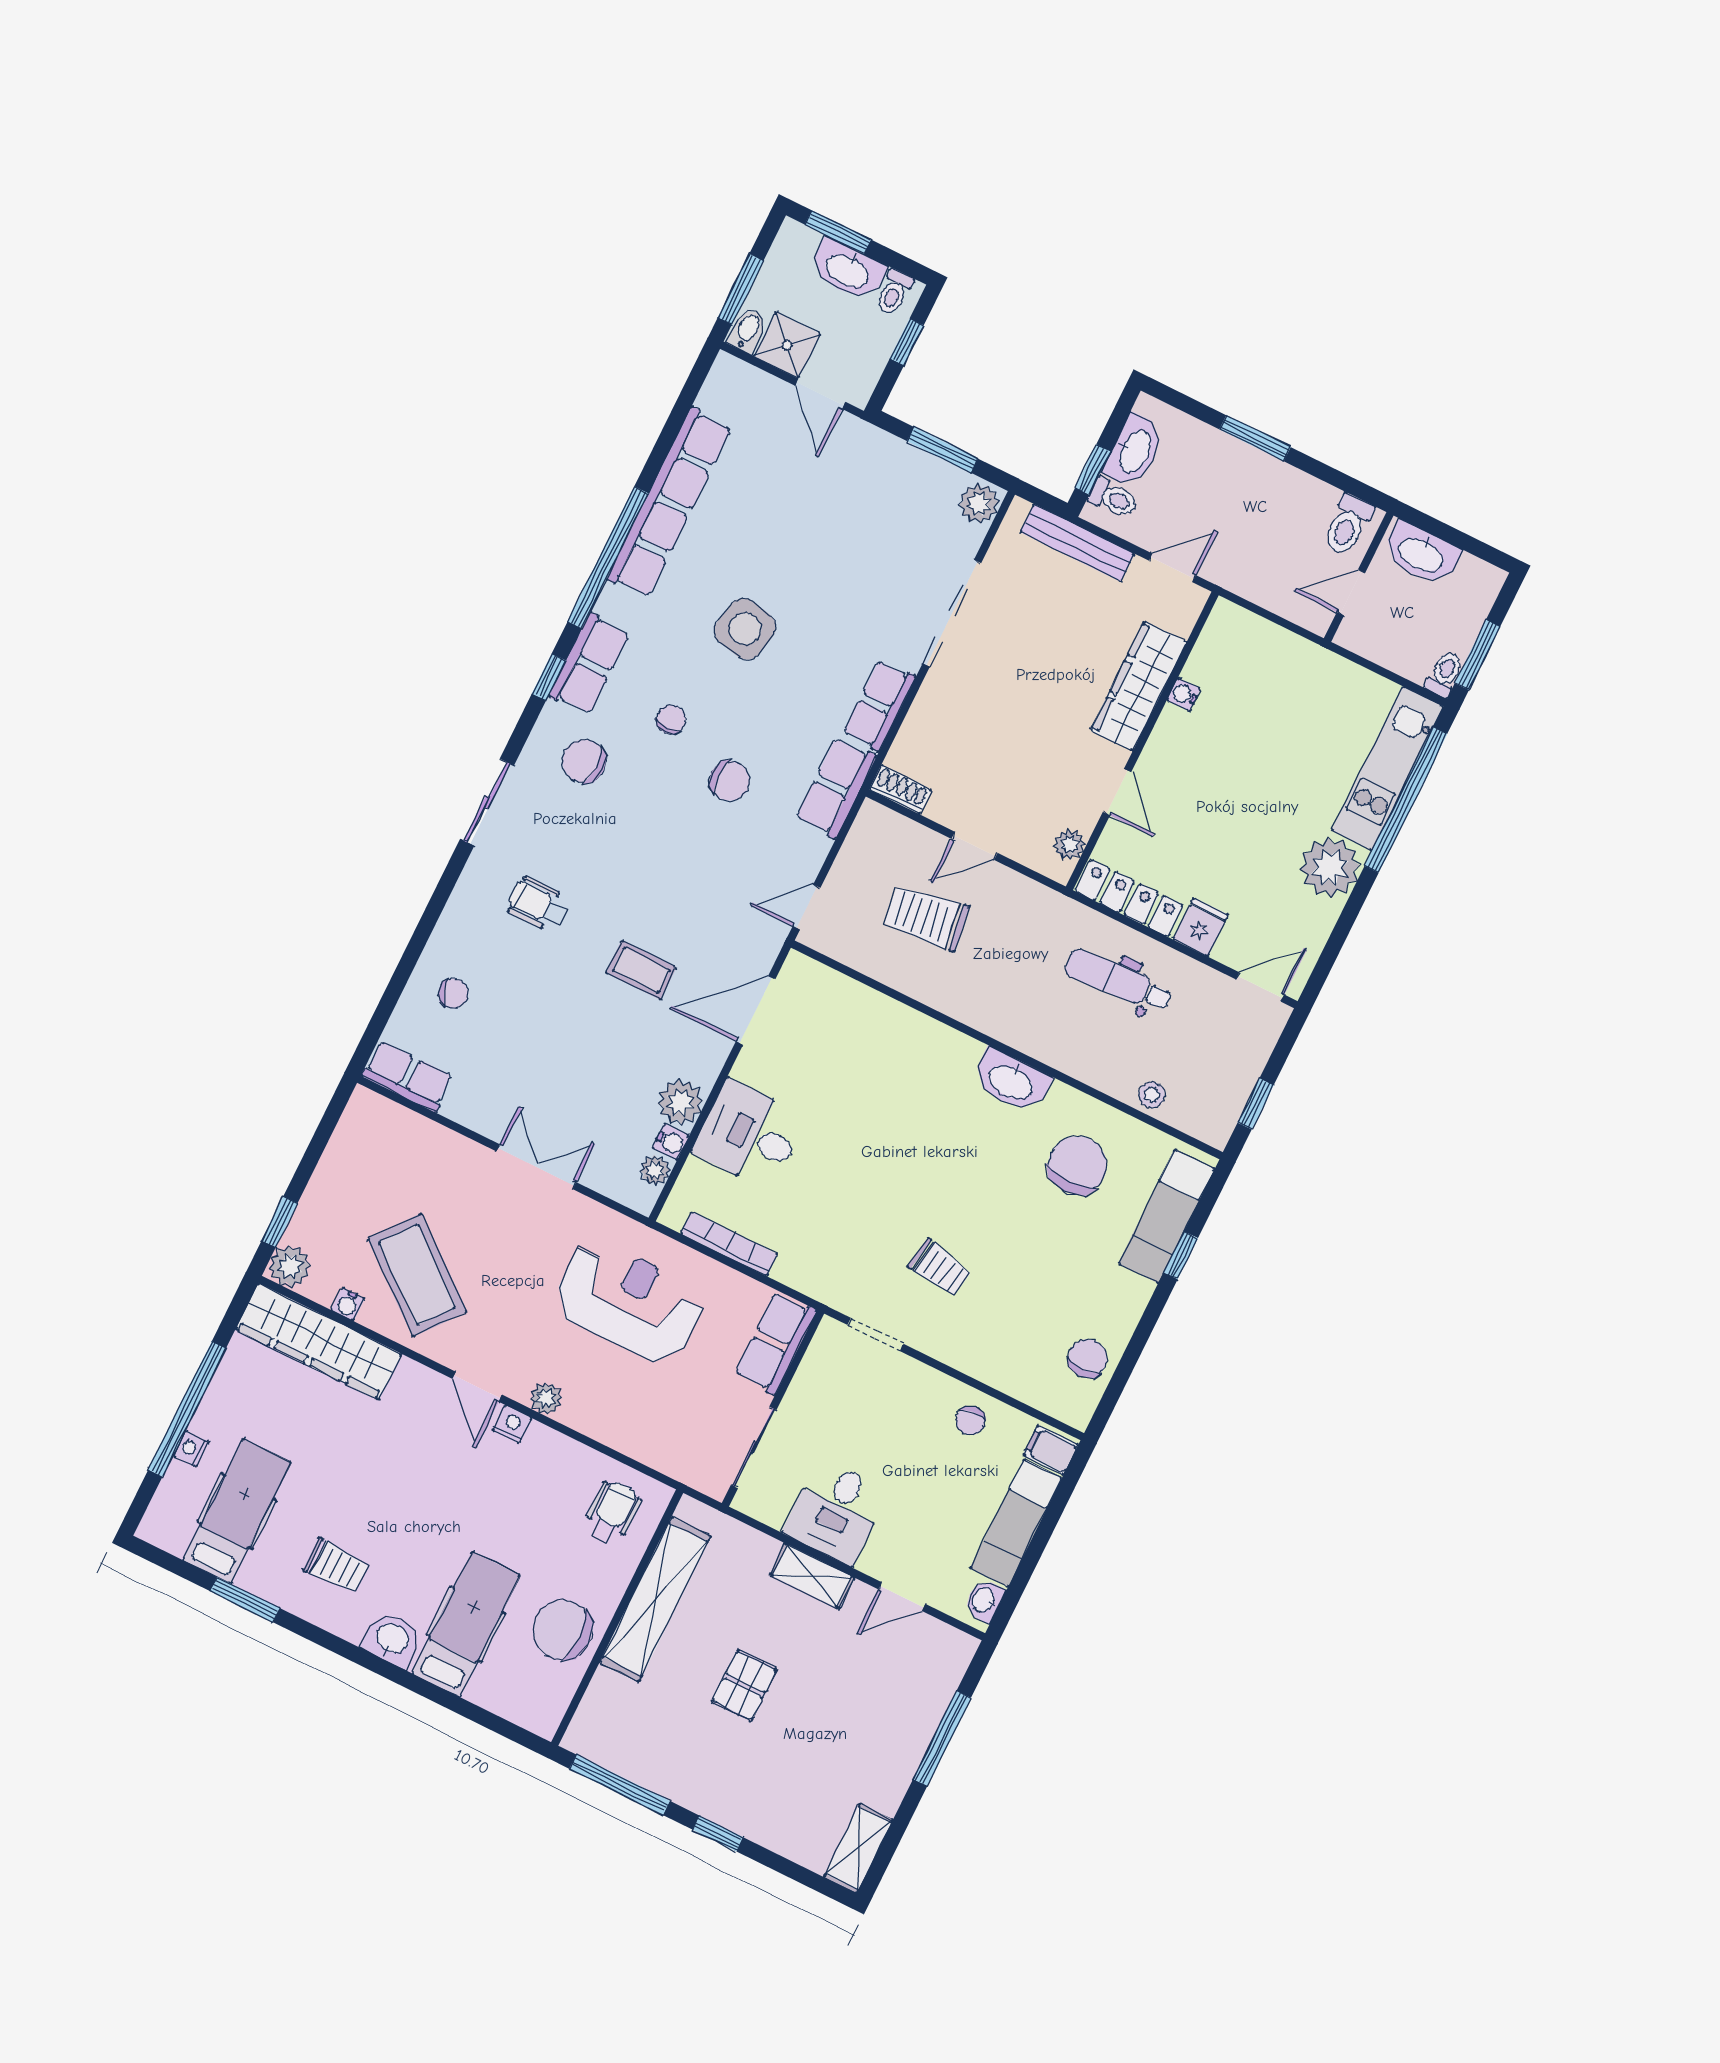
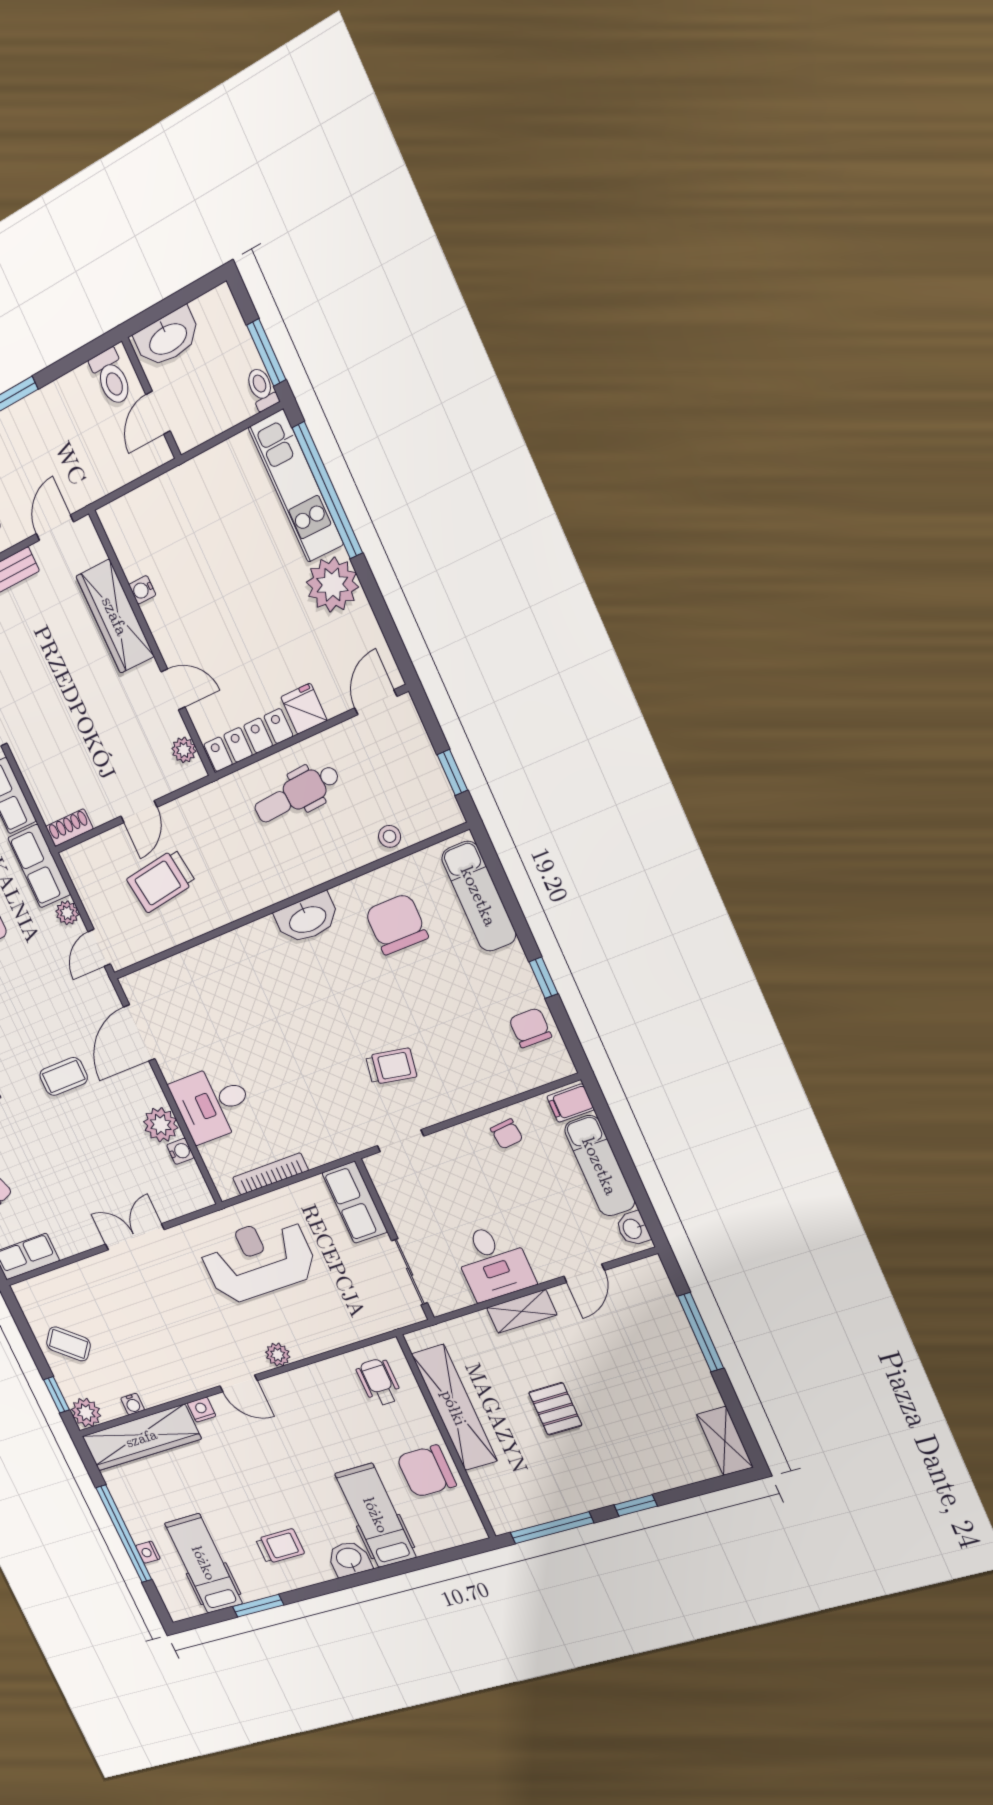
plant: (655, 1170) -> (67, 913), moved
window: (1181, 1255) -> (543, 978), moved
coffee table: (417, 1275) -> (68, 1344), moved, width x0.54, depth x0.58
nightstand: (512, 1424) -> (202, 1410), moved

